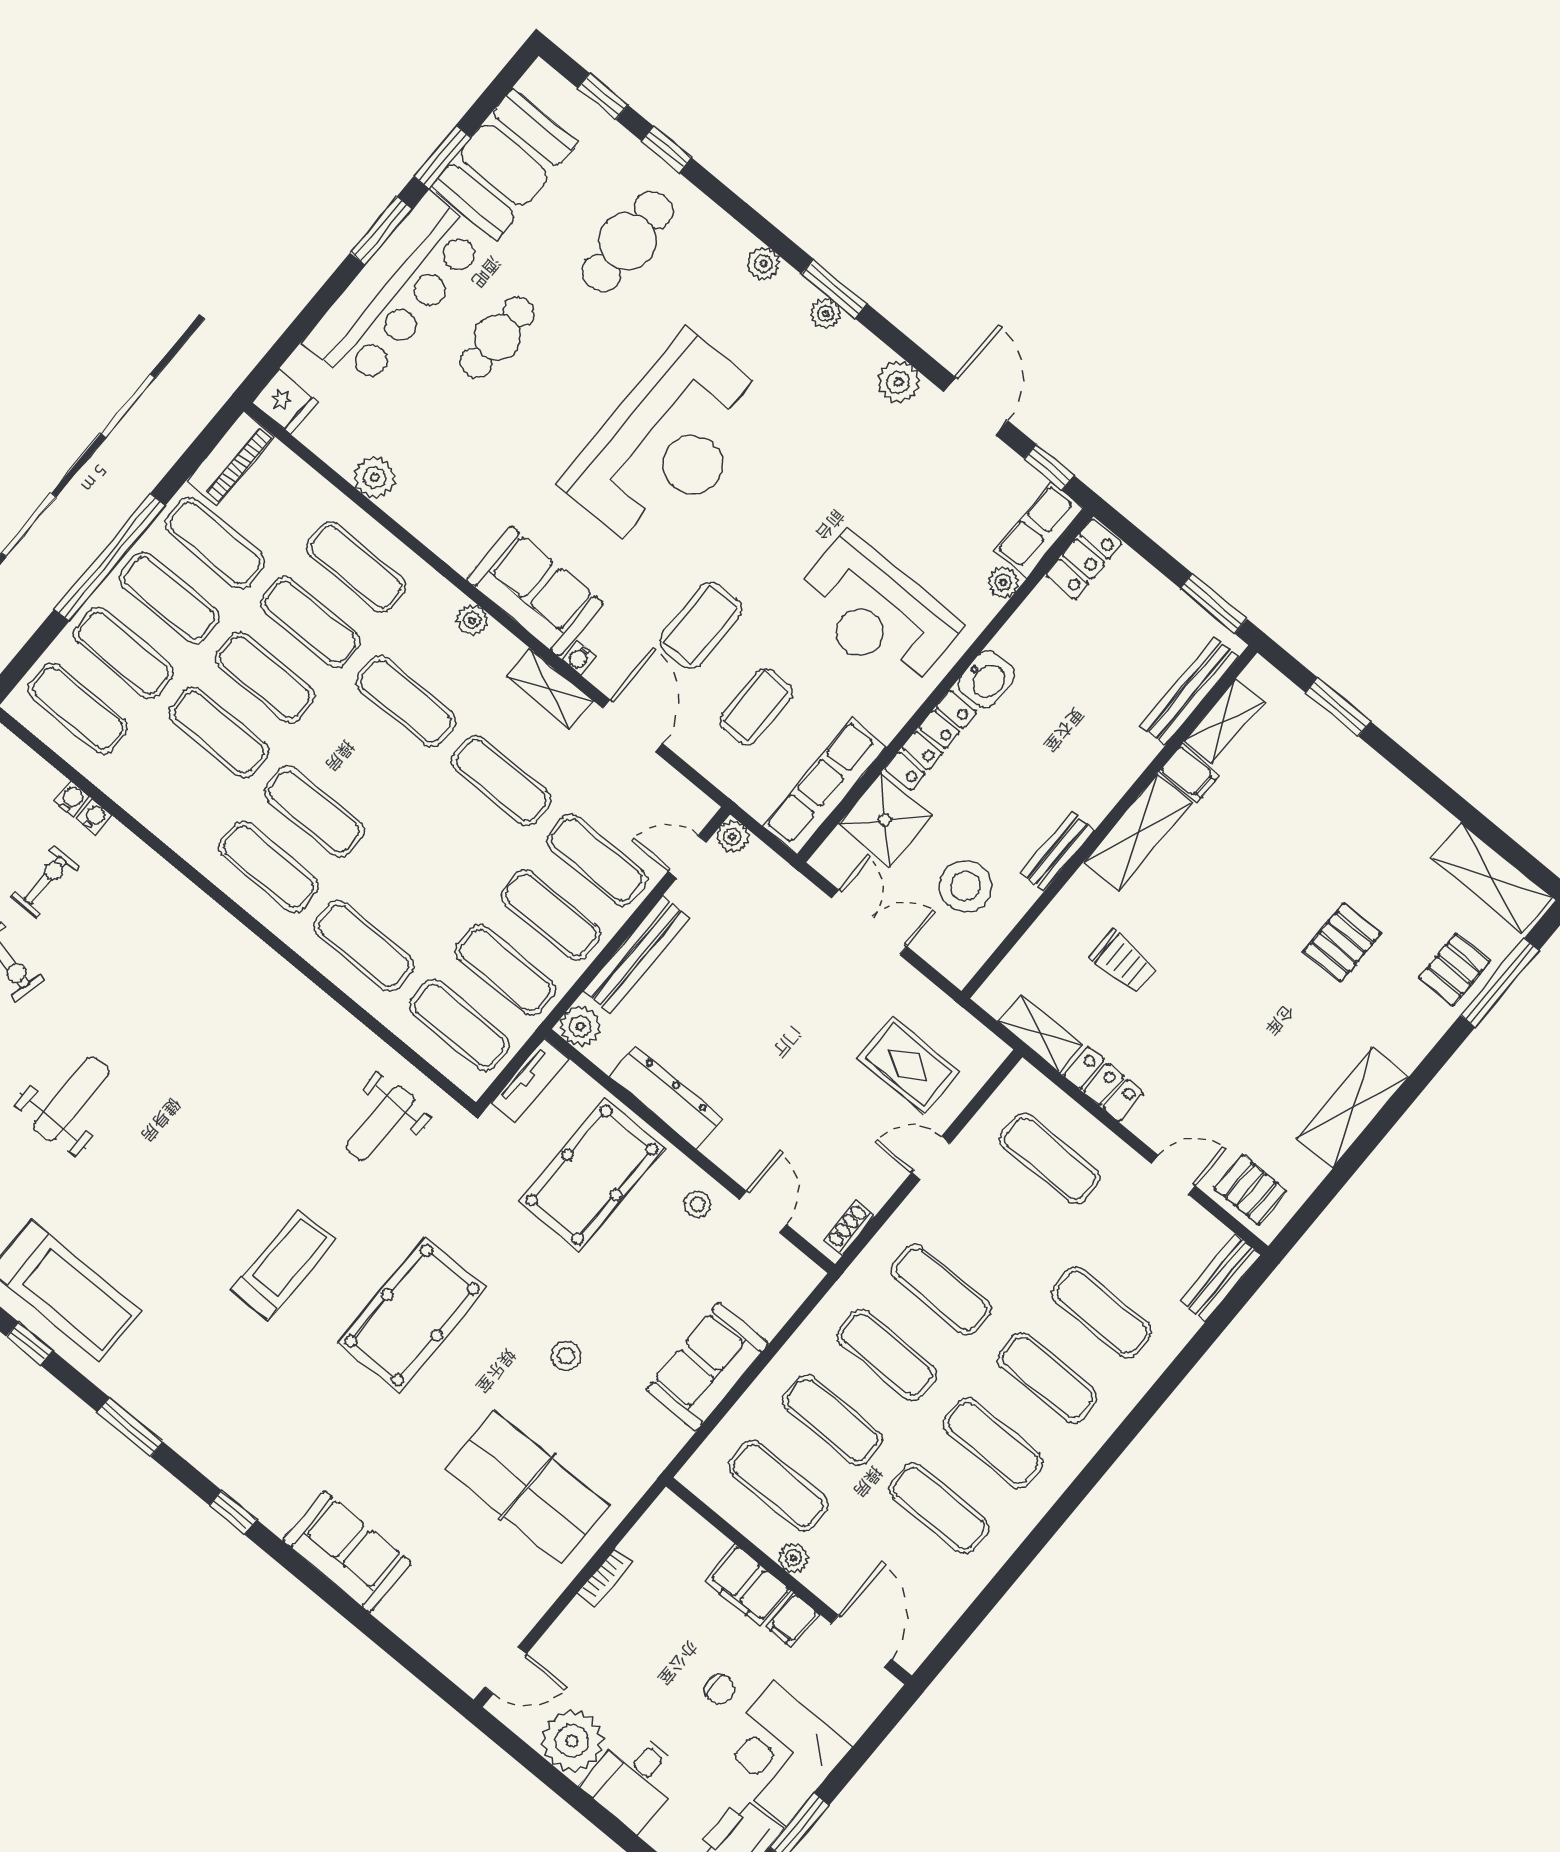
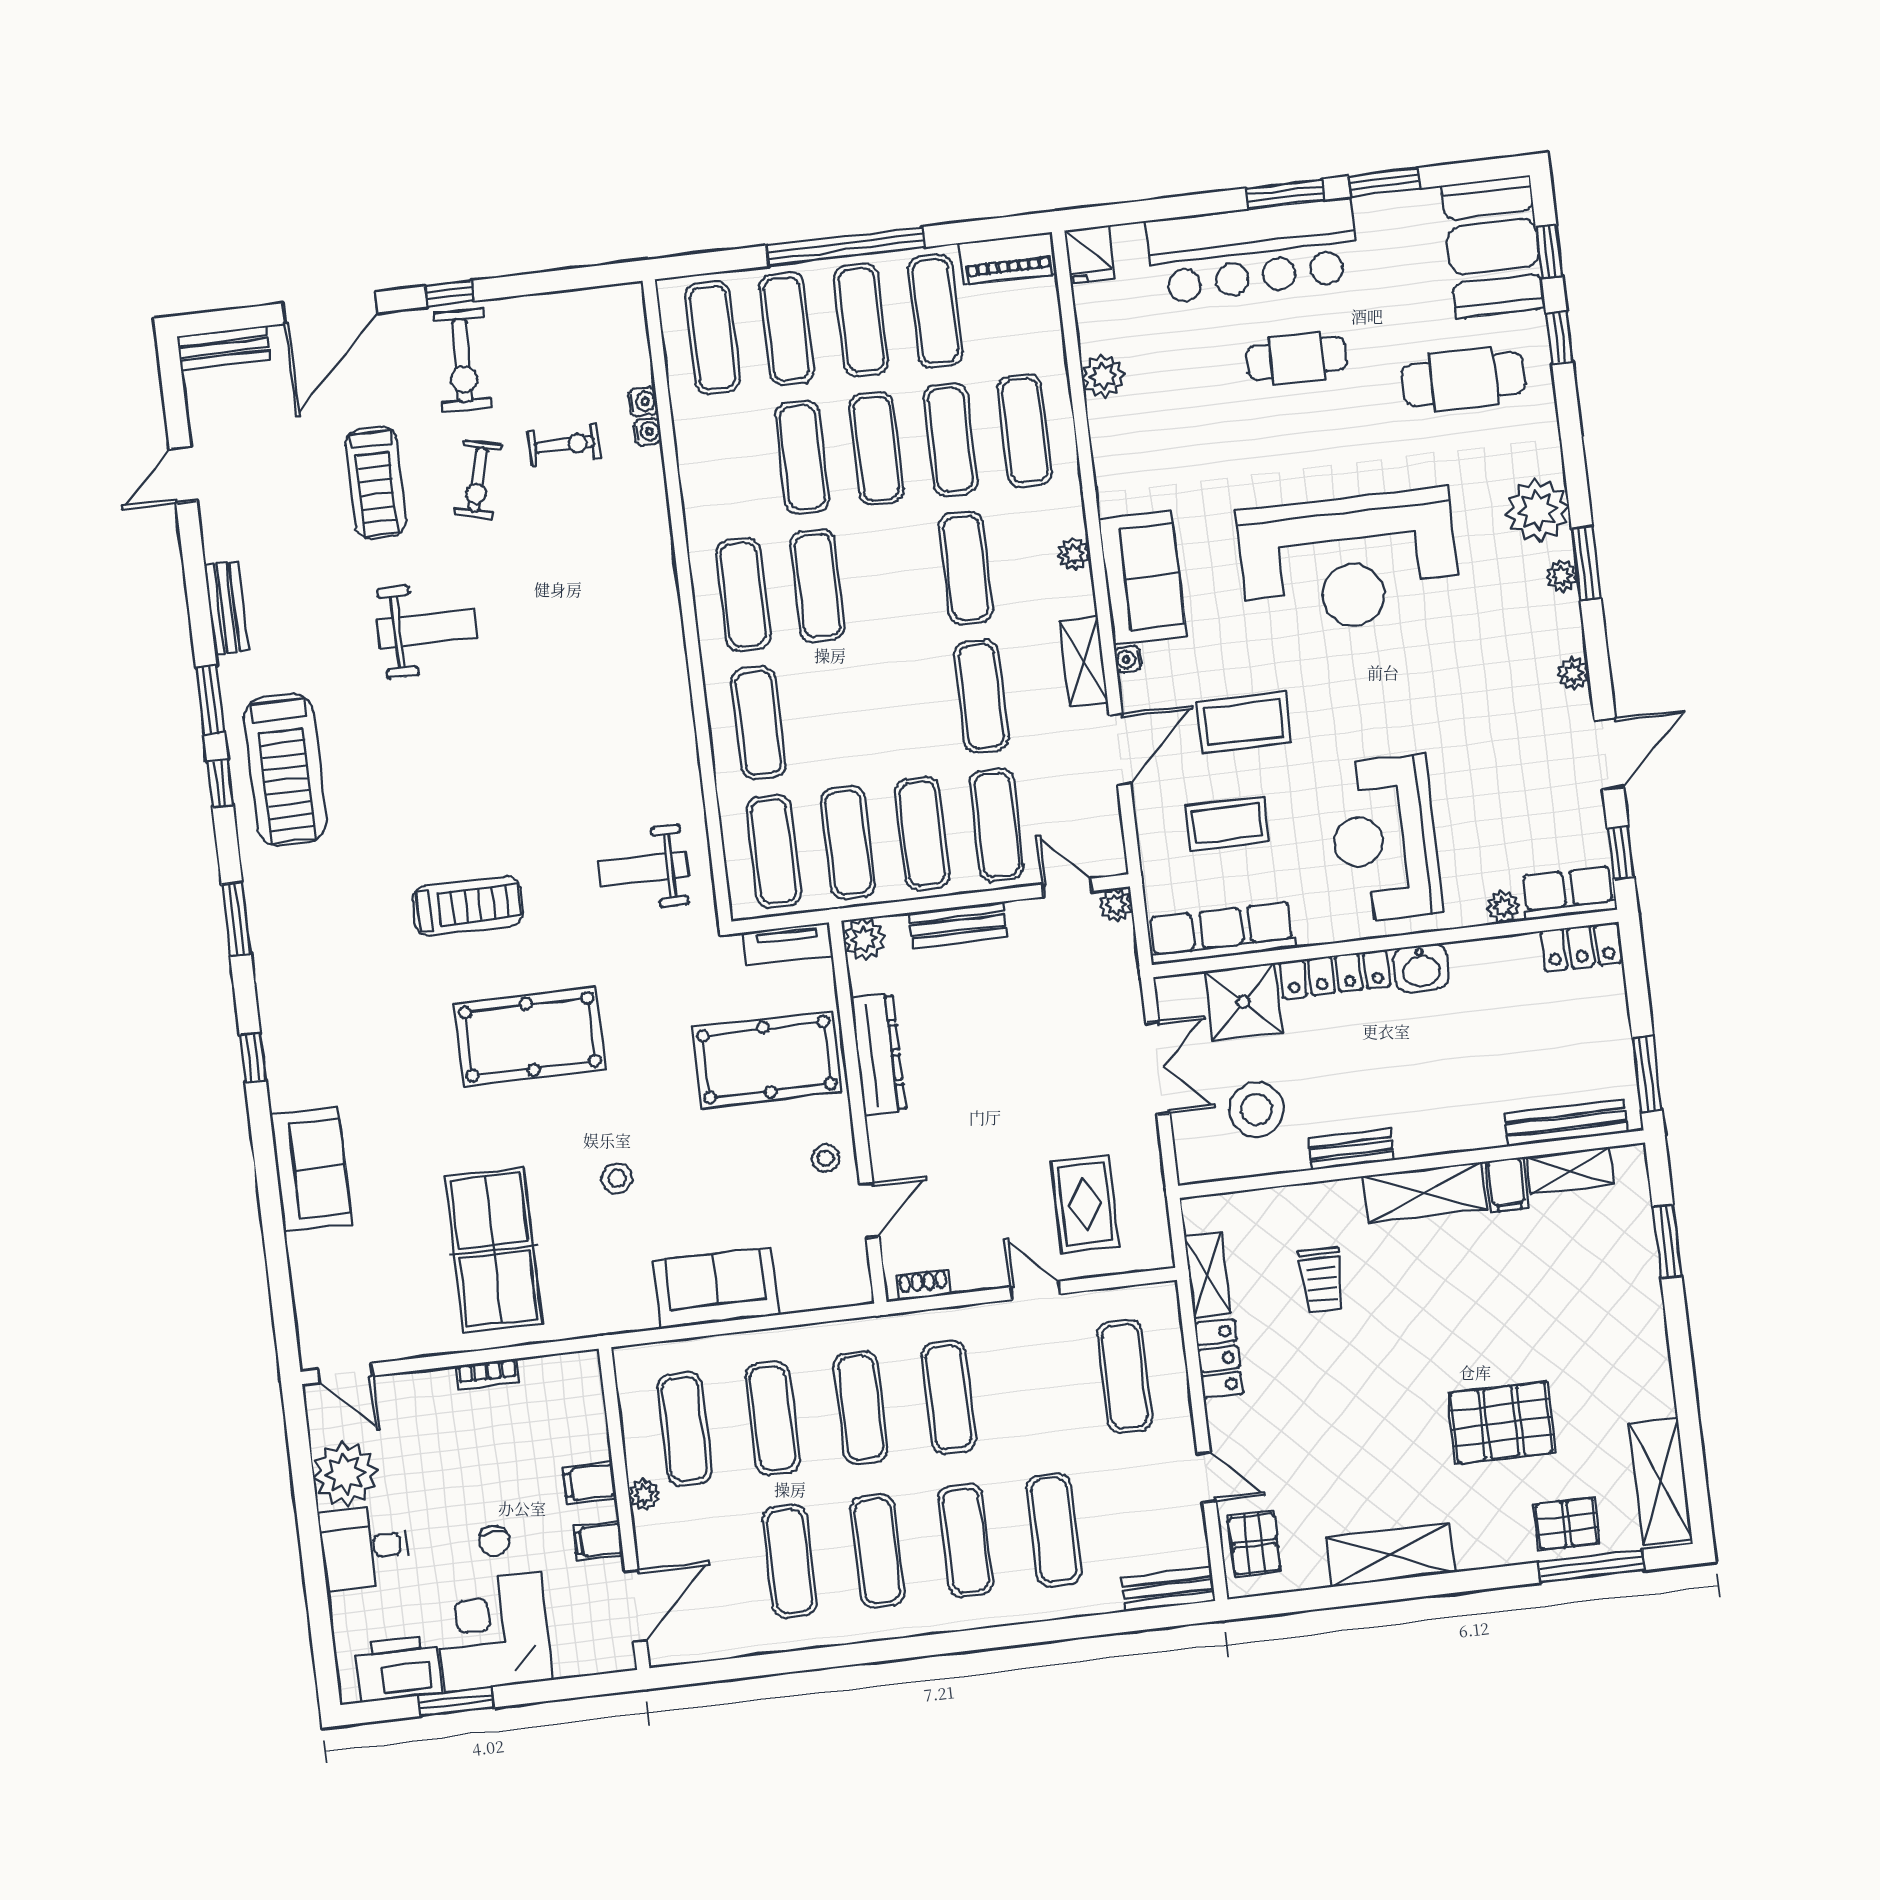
booth: (504, 165) -> (1493, 247), moved, turned 90
plant: (763, 264) -> (1538, 510), width x1.88, depth x1.88
plant: (899, 382) -> (1573, 674), width x0.73, depth x0.73
pallet: (1342, 942) -> (1501, 1423), width x1.50, depth x1.42
bench: (636, 955) -> (958, 925), width x0.73
filing cabinet: (748, 1586) -> (590, 1483), width x0.50

